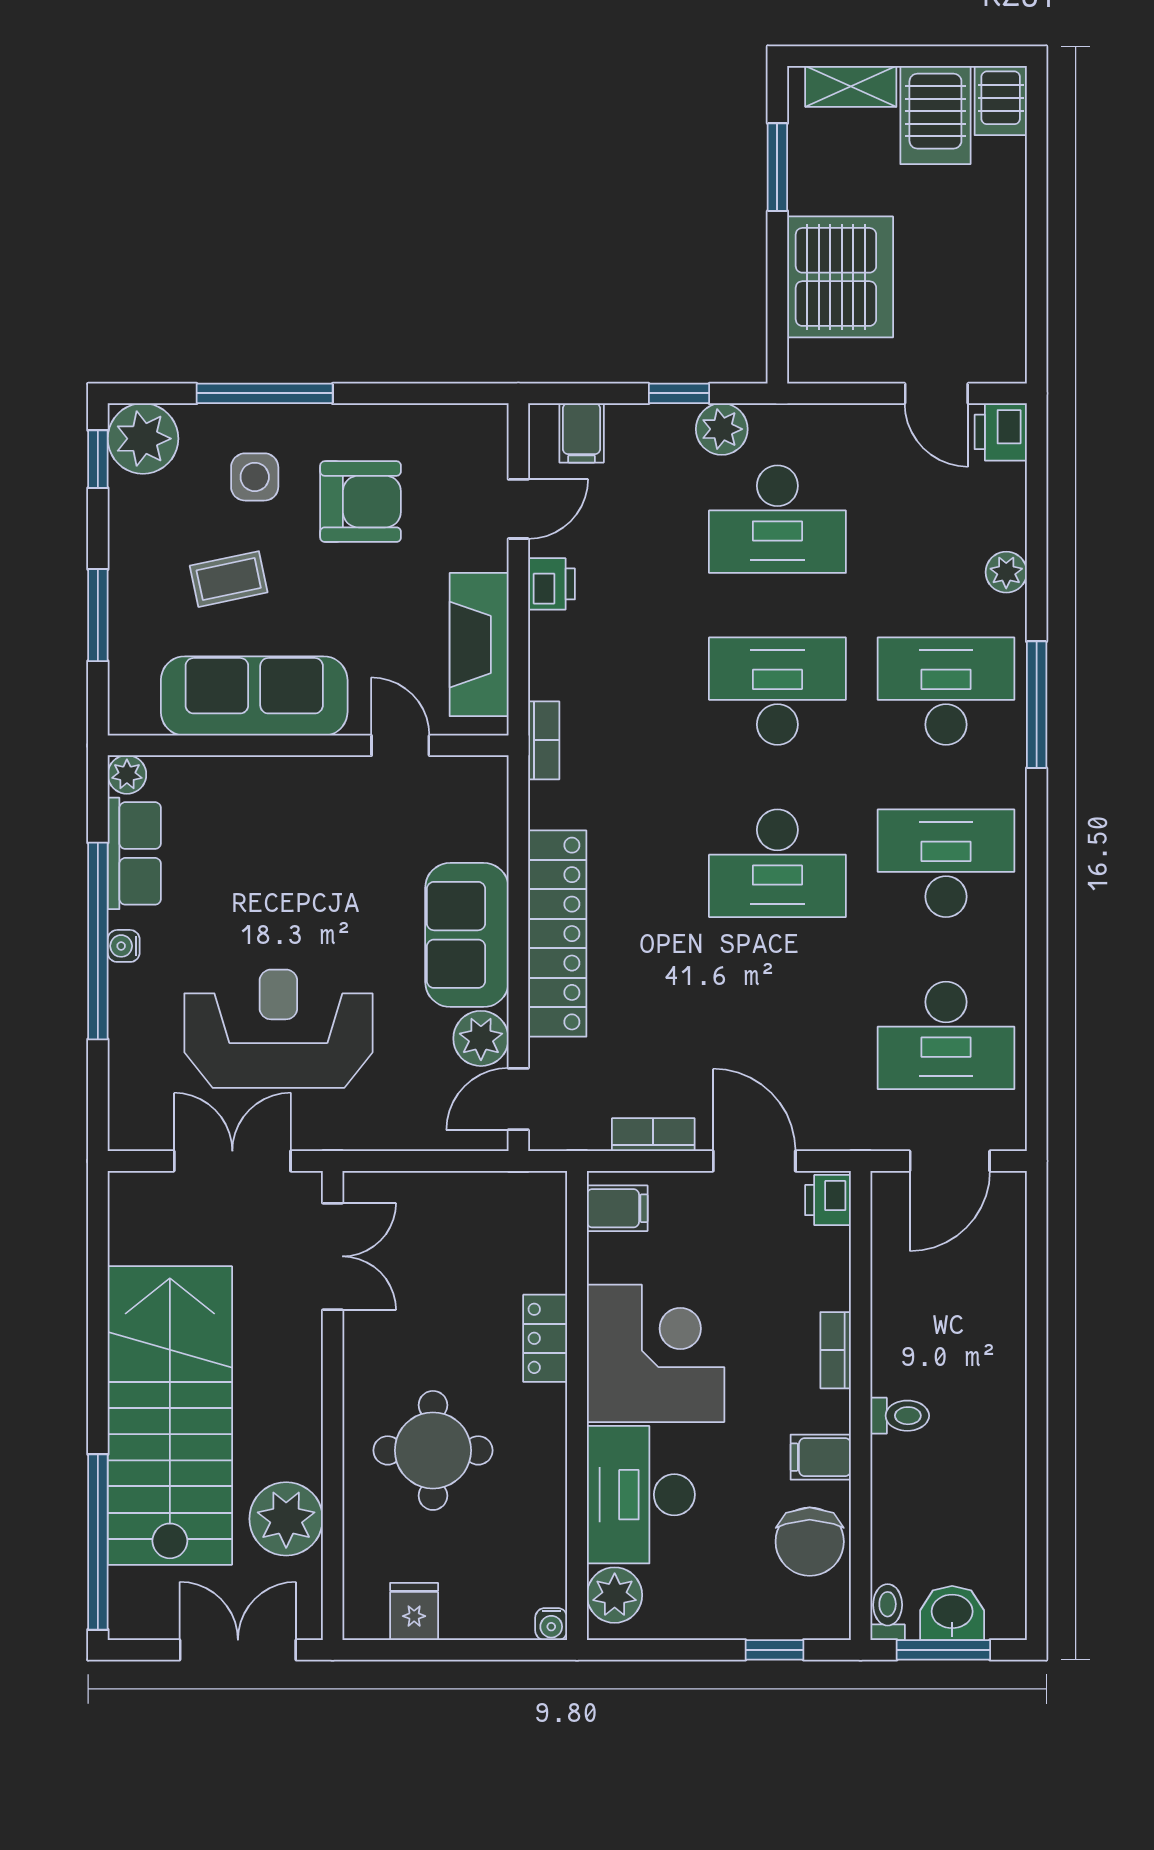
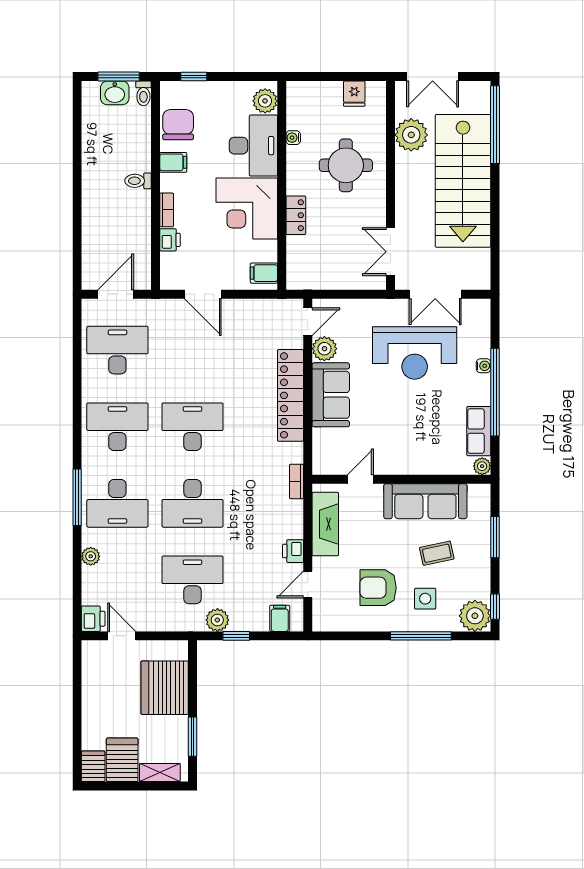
door: (400, 745) -> (360, 479), swing flipped
desk: (946, 863) -> (117, 427), turned 180
water cooler: (124, 946) -> (484, 366), moved
bookcase: (653, 1135) -> (248, 306), removed
printer: (828, 1200) -> (170, 240), moved
water cooler: (551, 1624) -> (293, 138), moved, turned -90

